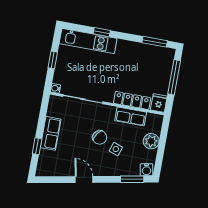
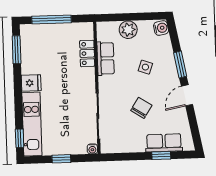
window: (102, 32) -> (20, 138), moved
locker: (132, 100) -> (87, 53), width x0.66
fridge: (159, 103) -> (31, 83), moved, turned 180
row of seats: (51, 133) -> (164, 143), moved
chair: (100, 137) -> (141, 108), moved
window: (132, 179) -> (180, 64), moved

